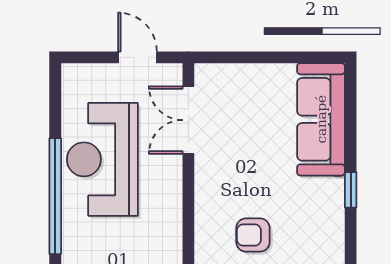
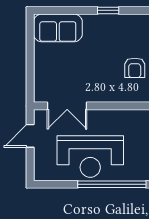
sofa: (321, 119) -> (58, 28), width x0.73

